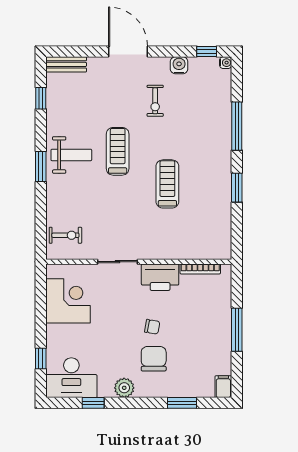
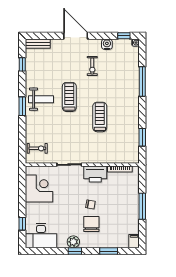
window: (237, 188) -> (142, 137), moved
window: (93, 403) -> (75, 251), moved

